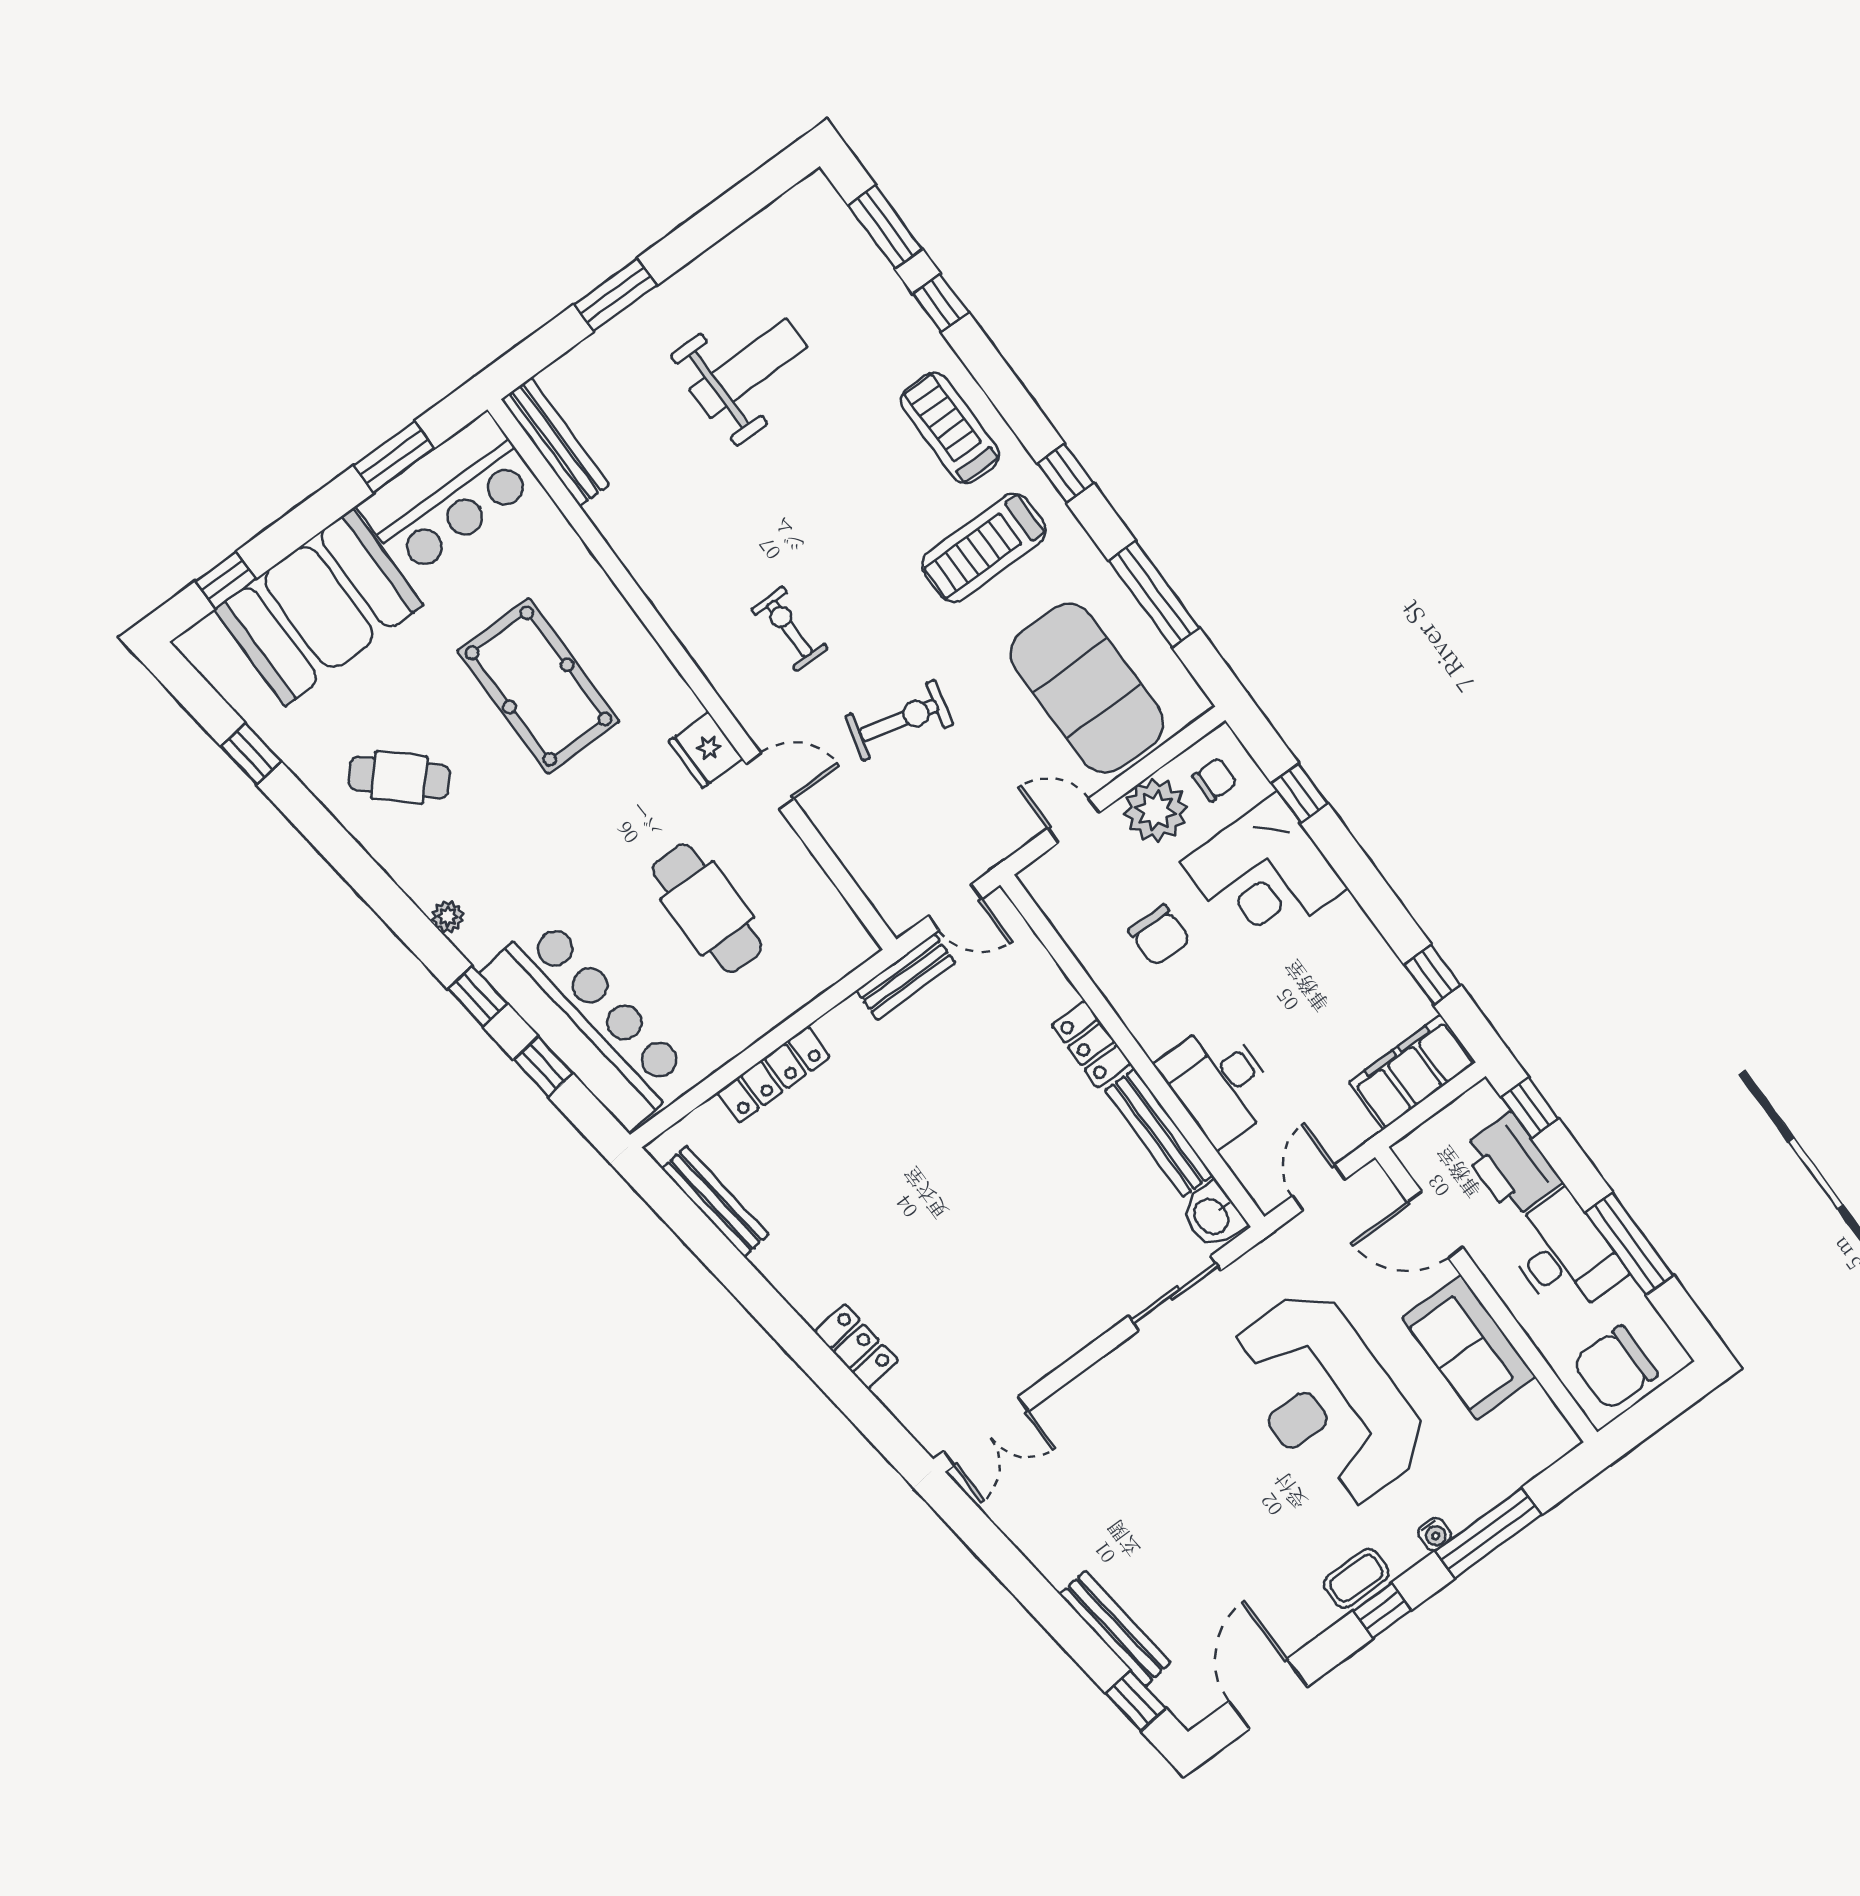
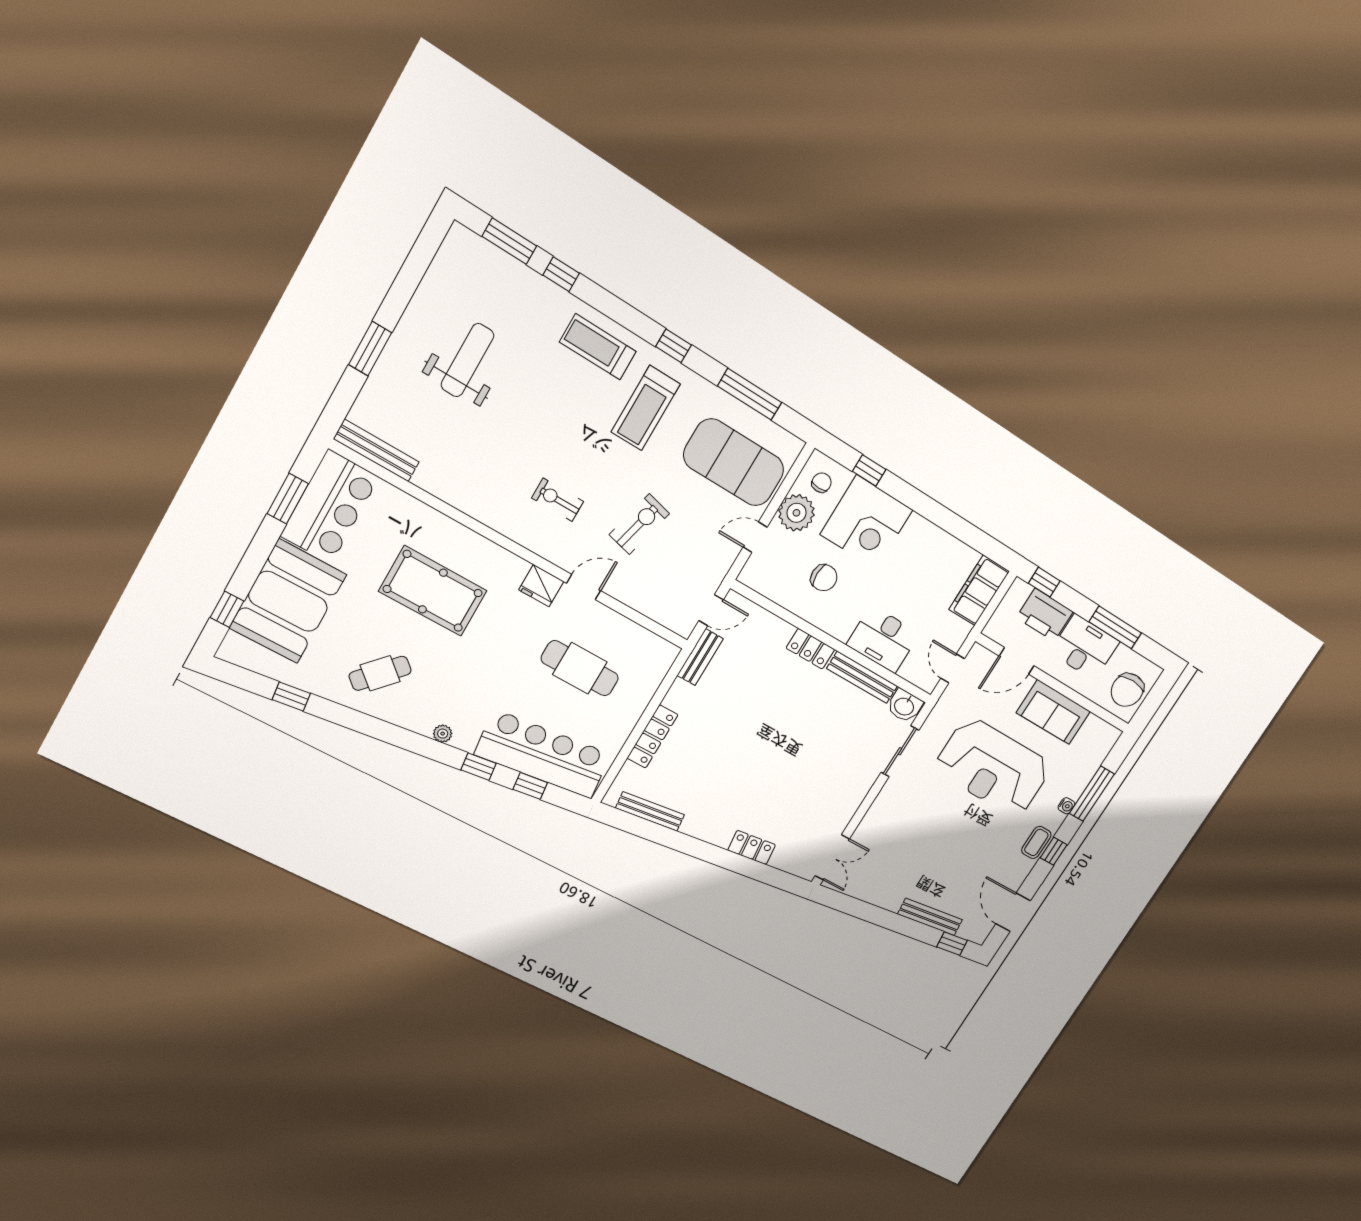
window: (1432, 975) -> (972, 536), removed

